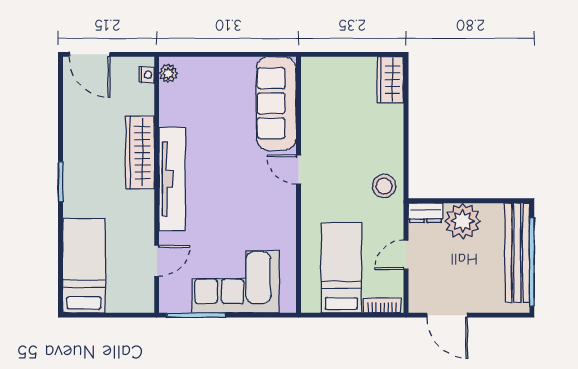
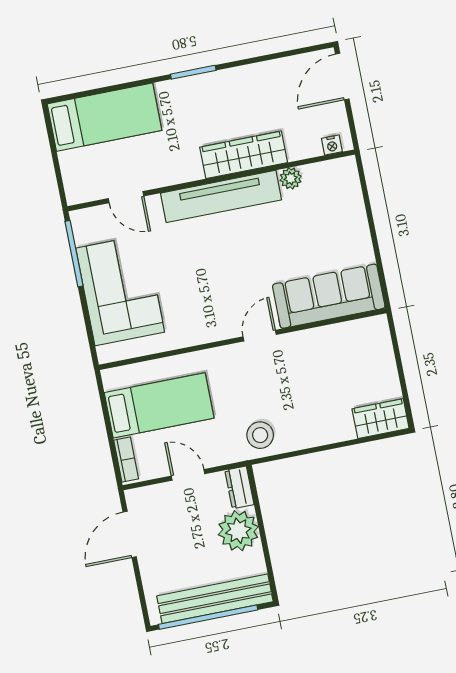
plant: (168, 73) -> (291, 178), moved

